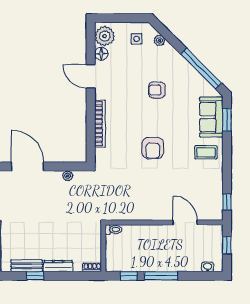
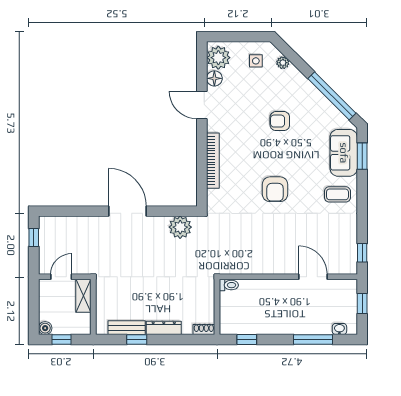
plant: (68, 176) -> (180, 227), width x1.87, depth x1.87
window: (161, 276) -> (313, 340), moved

